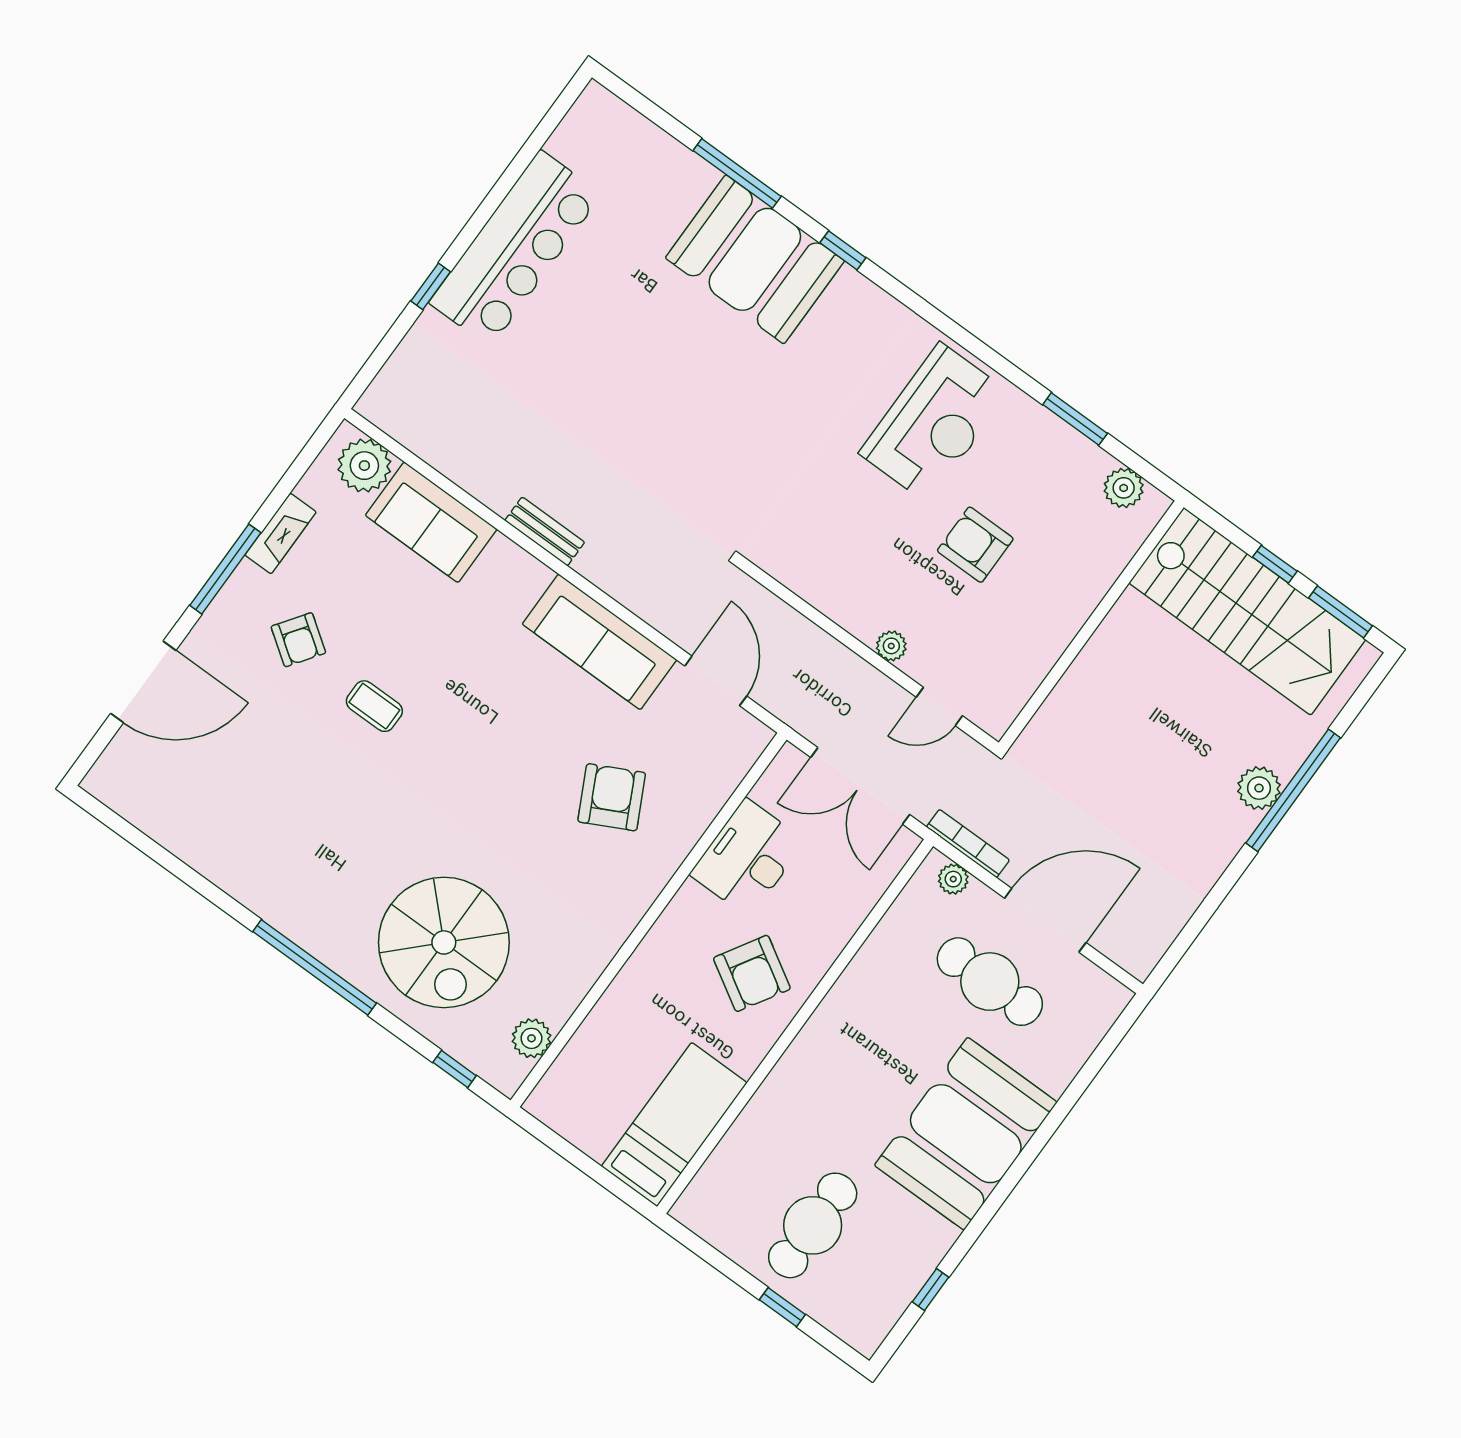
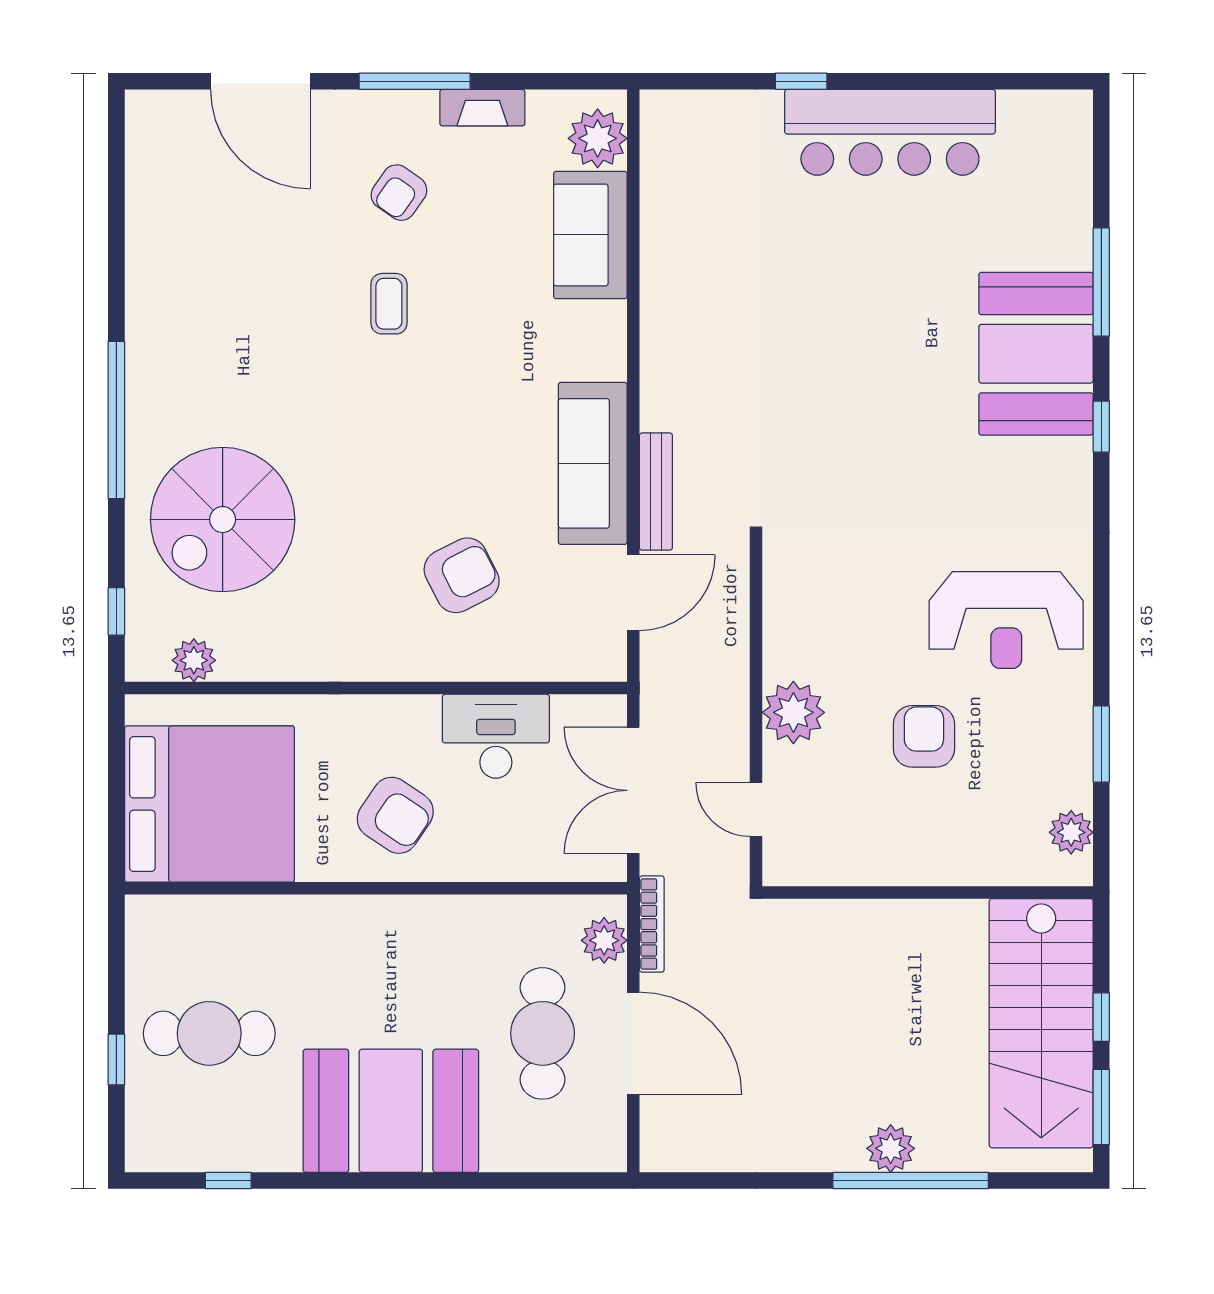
bench: (545, 531) -> (656, 492), moved, width x1.36
plant: (891, 646) -> (793, 712), width x1.87, depth x1.87
plant: (953, 879) -> (604, 940), width x1.38, depth x1.38
armchair: (752, 973) -> (395, 815), turned -87
bed: (674, 1124) -> (210, 804), width x2.04

